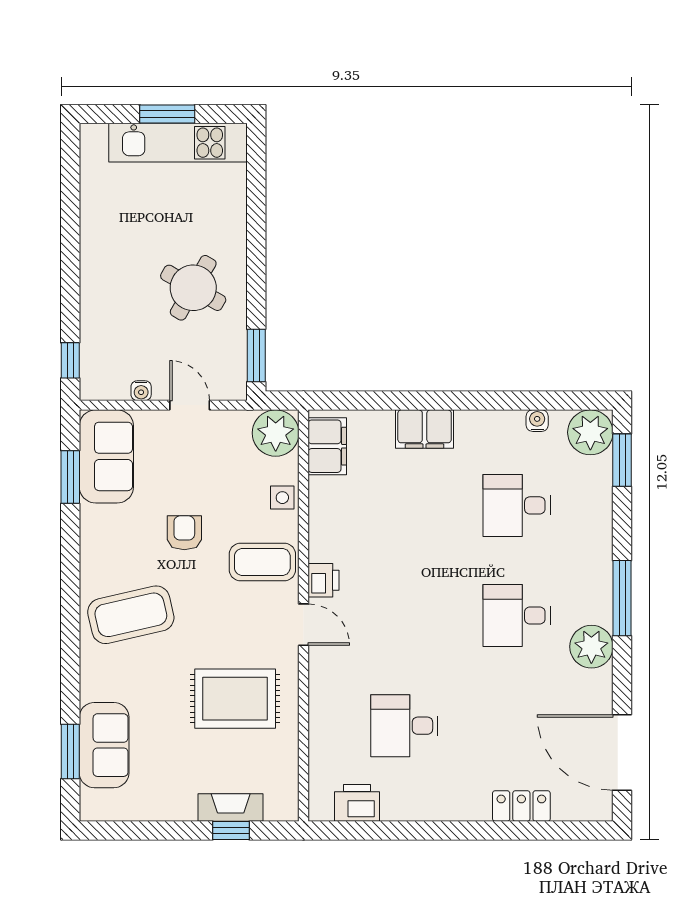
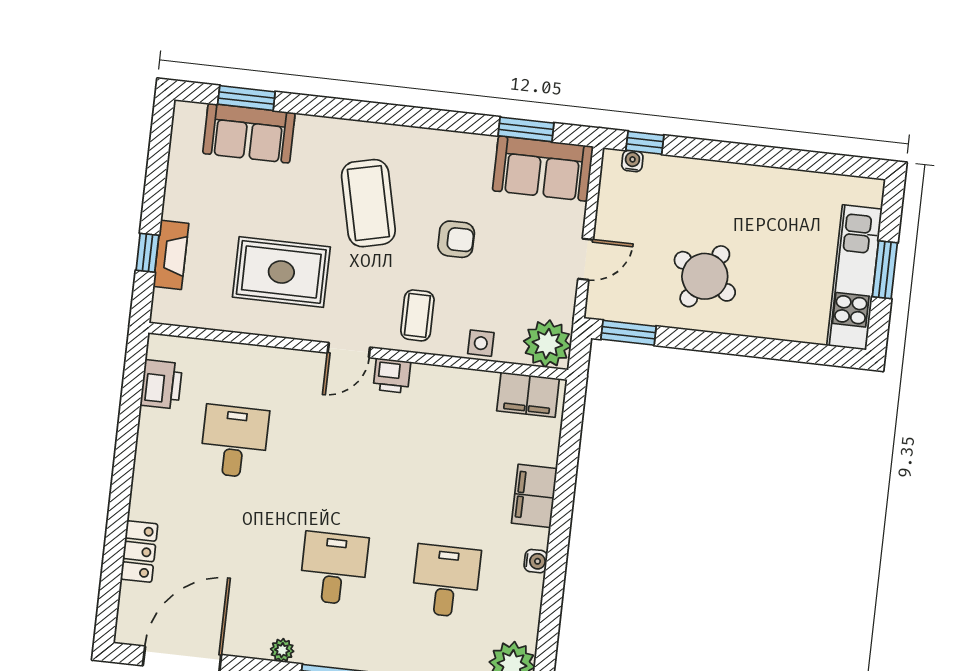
water cooler: (141, 391) -> (632, 161), moved, turned 90
water cooler: (537, 421) -> (536, 561), moved
coffee table: (262, 562) -> (417, 315), width x0.73, depth x0.77
coffee table: (131, 615) -> (368, 203), moved
plant: (591, 647) -> (282, 650), width x0.53, depth x0.53
rug: (235, 699) -> (281, 272), turned 90

